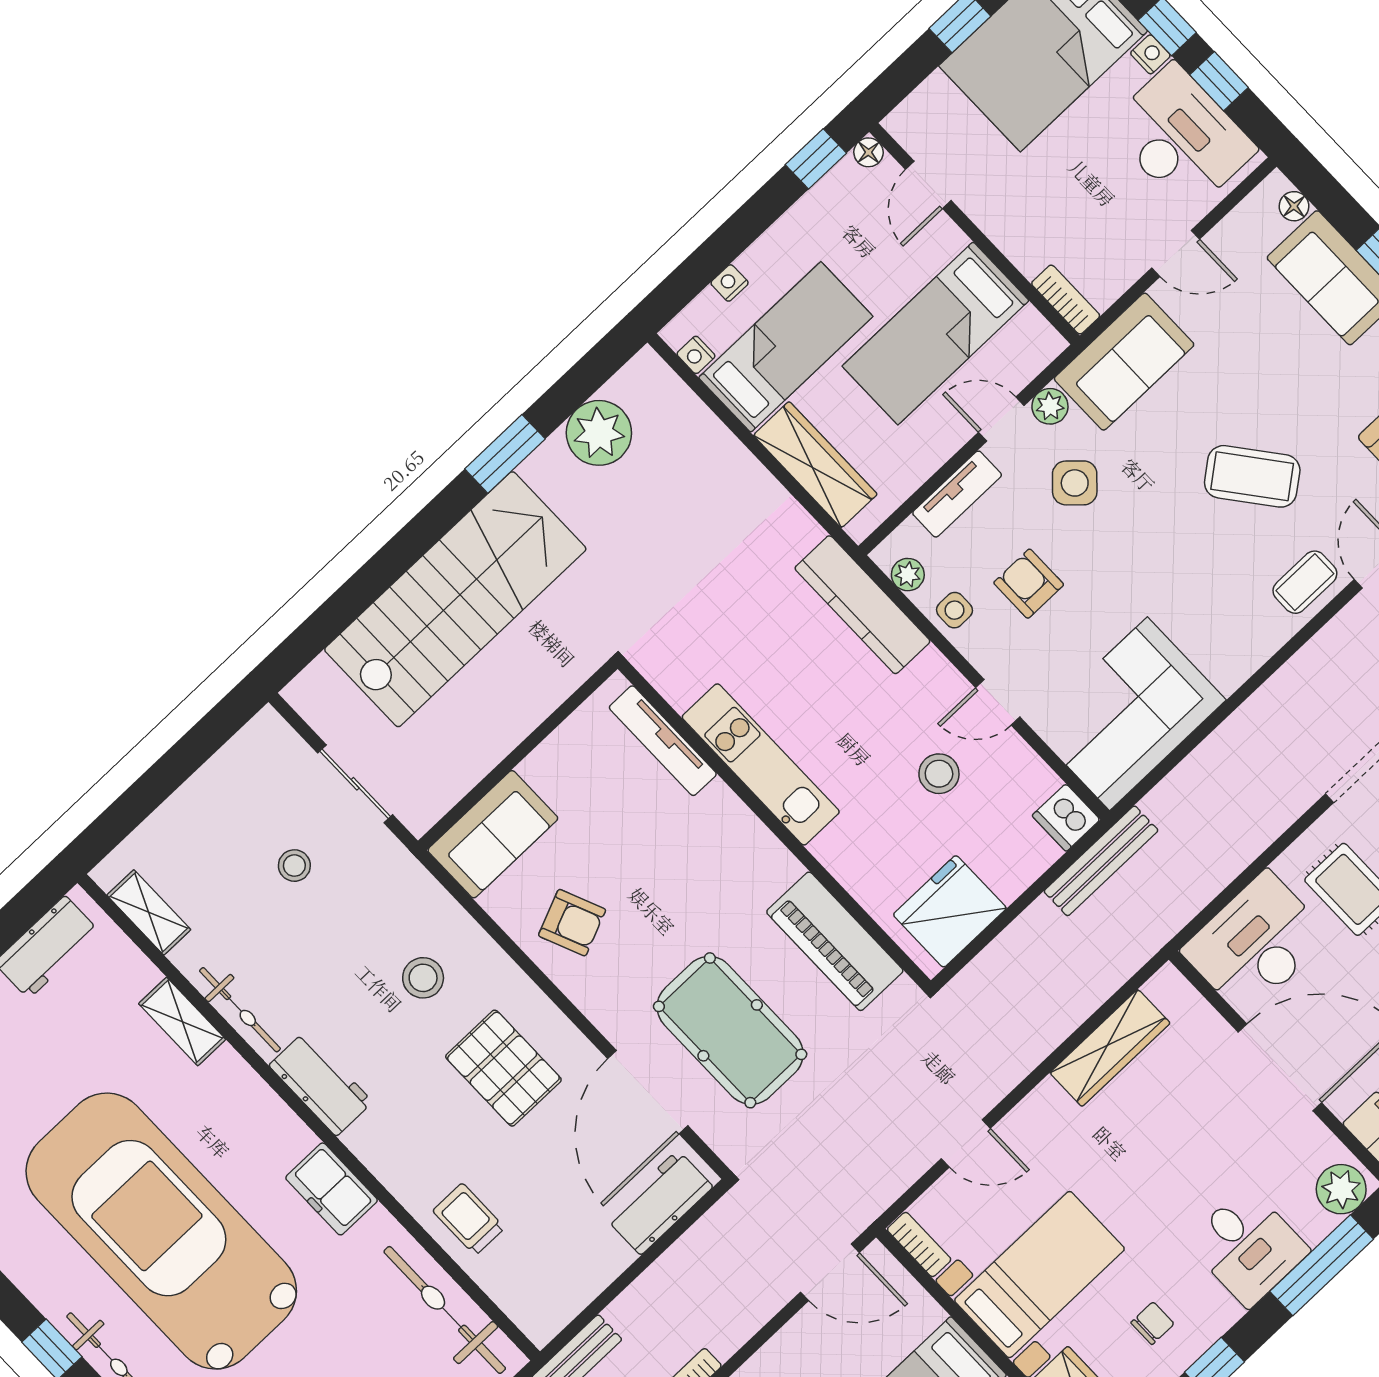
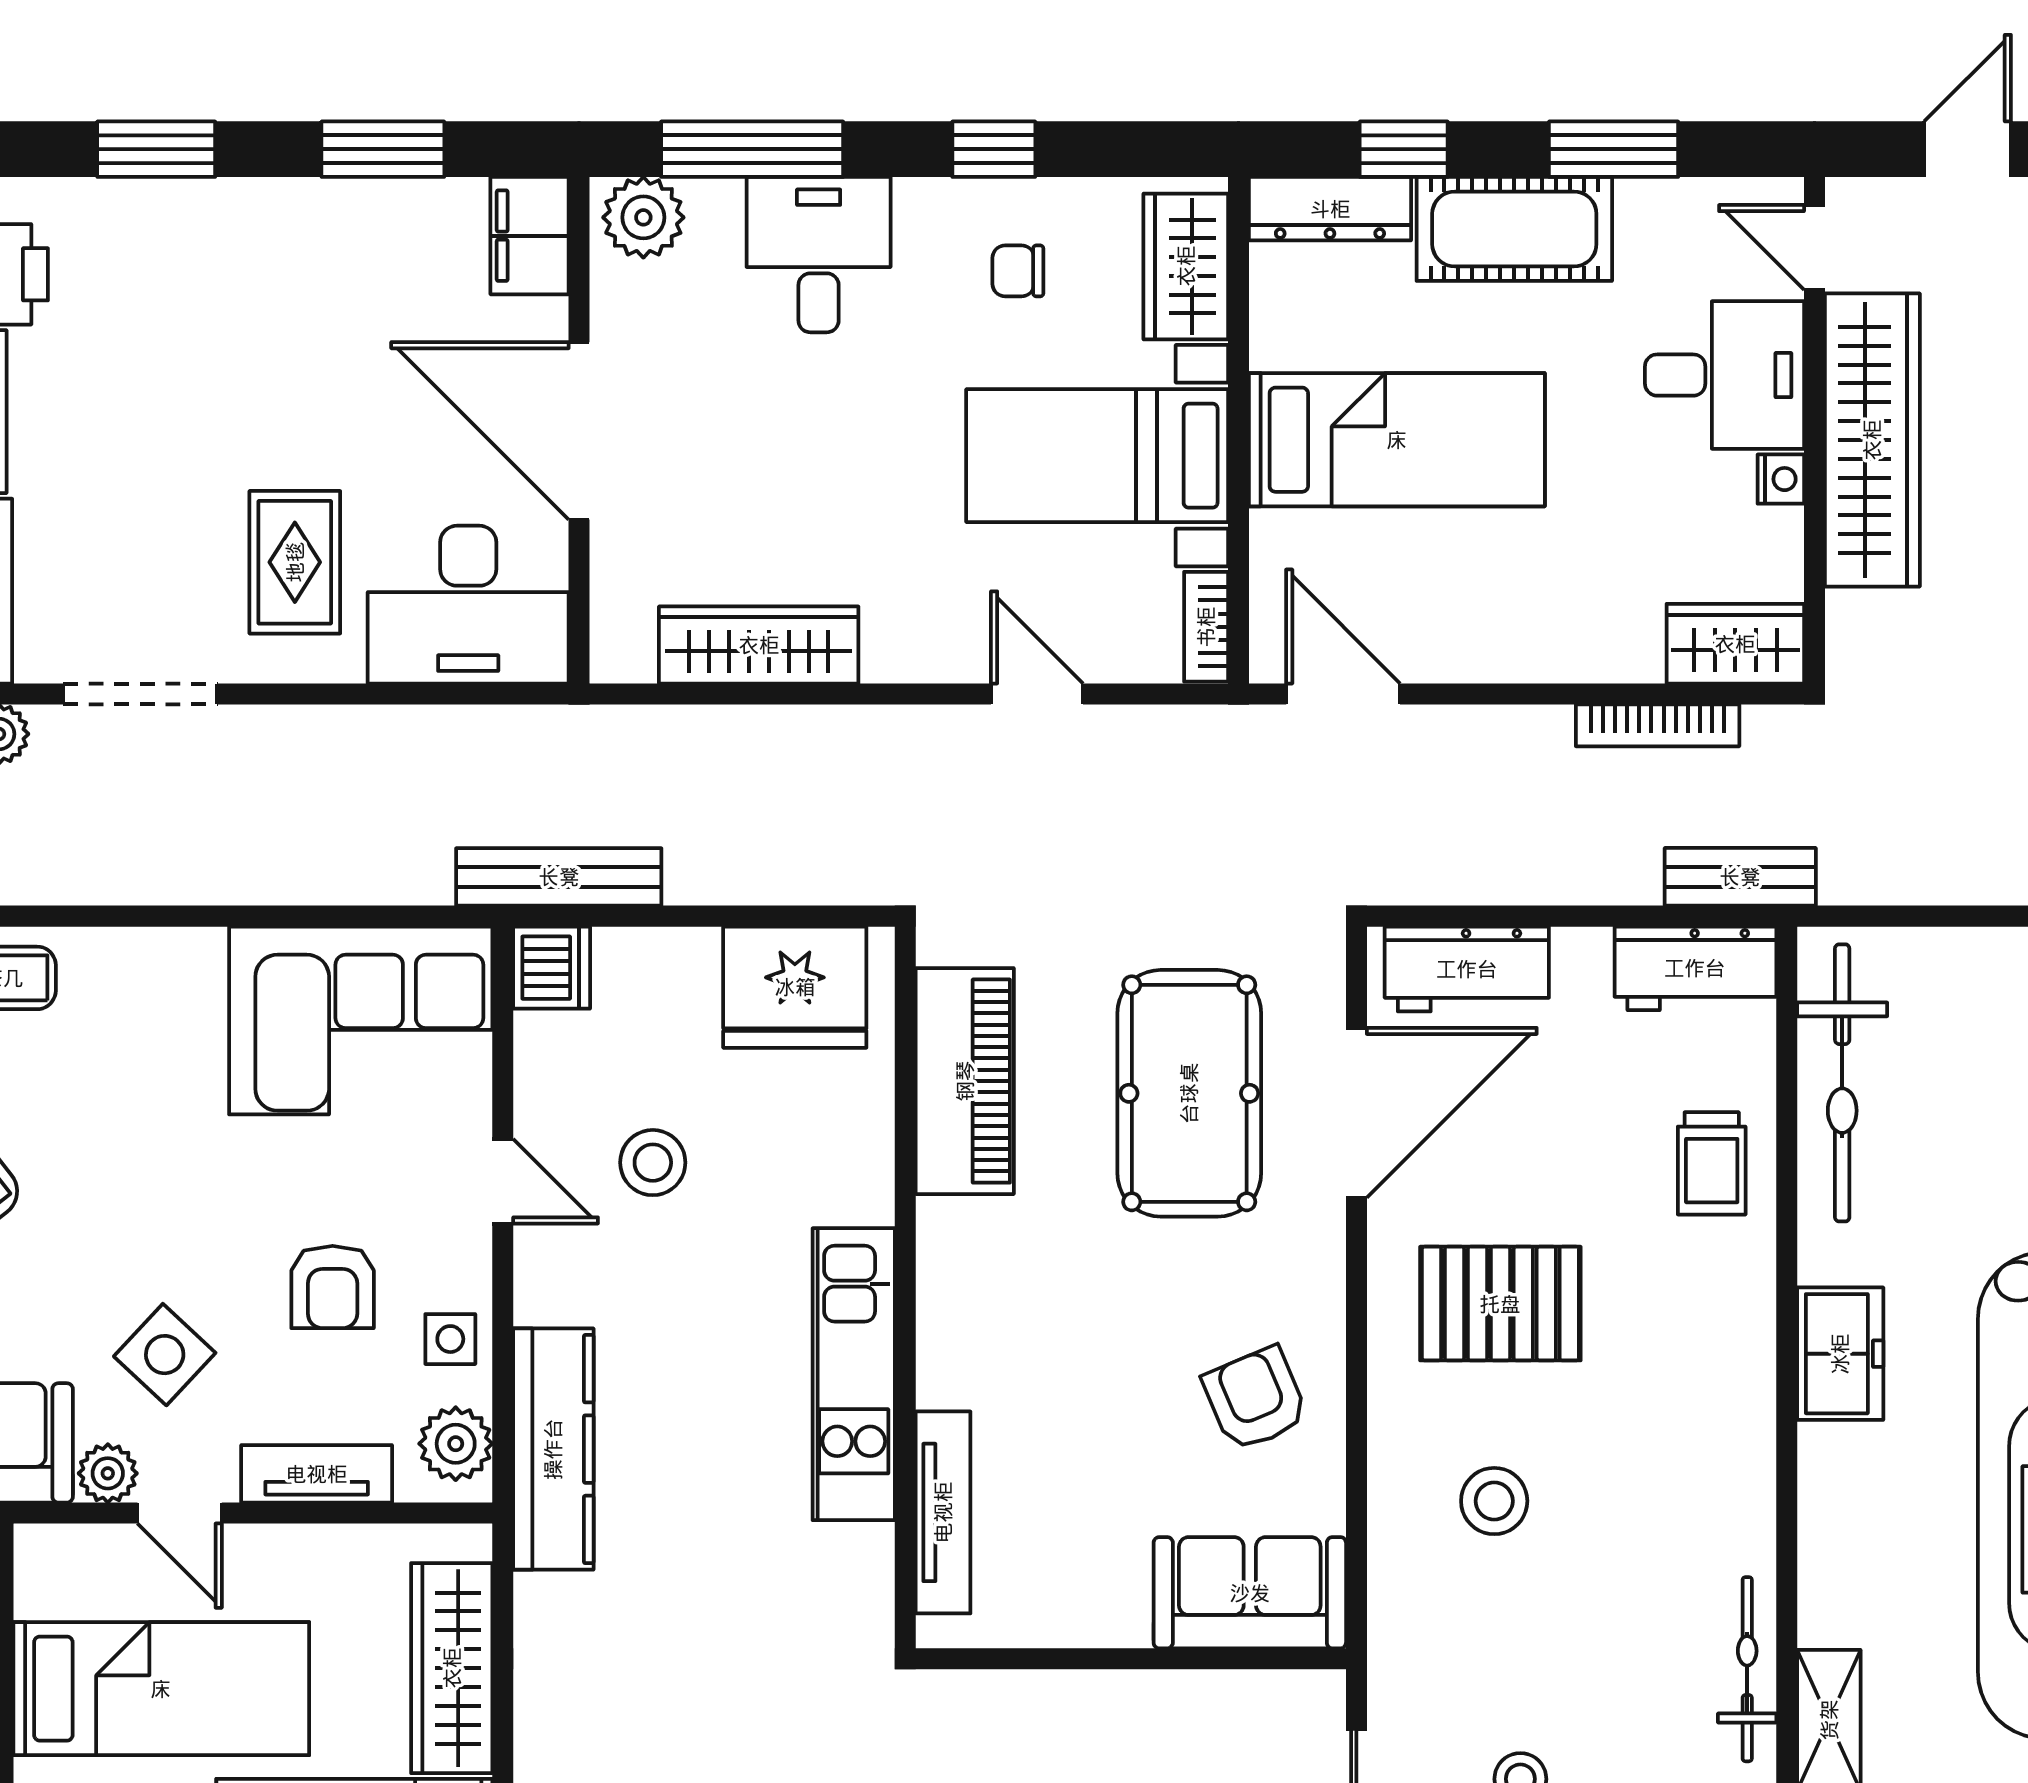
plant: (908, 575) -> (456, 1444), width x1.38, depth x1.38
pallet: (503, 1068) -> (1500, 1304), turned 90
workbench: (321, 1084) -> (1695, 968), moved, turned -90

